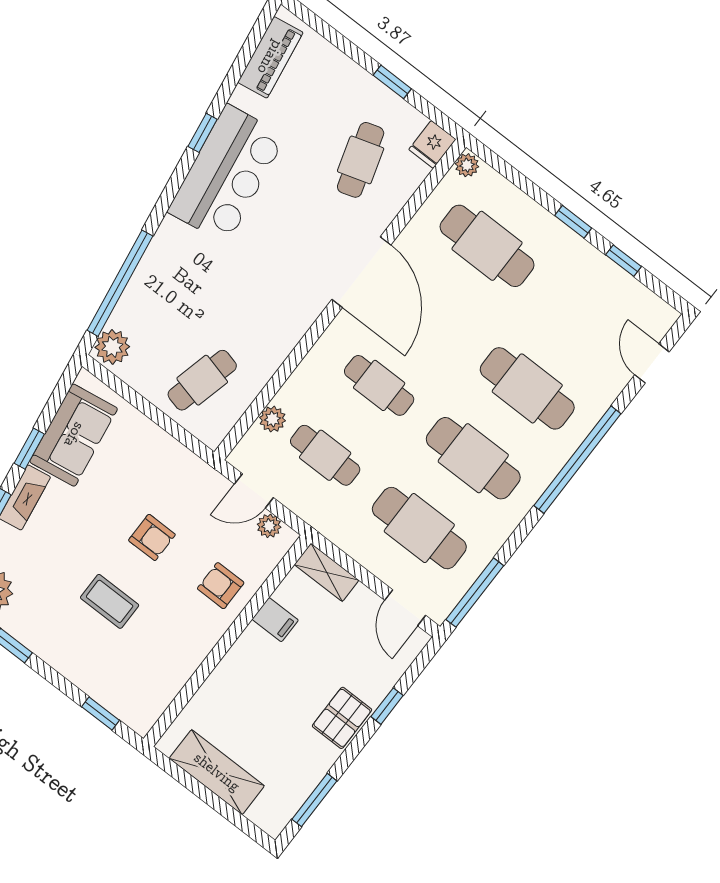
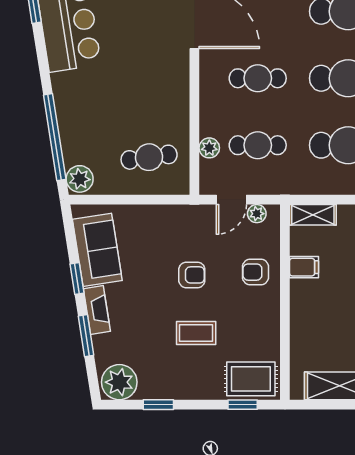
cafe table: (202, 380) -> (149, 157), turned 68
rug: (130, 693) -> (251, 379), added

